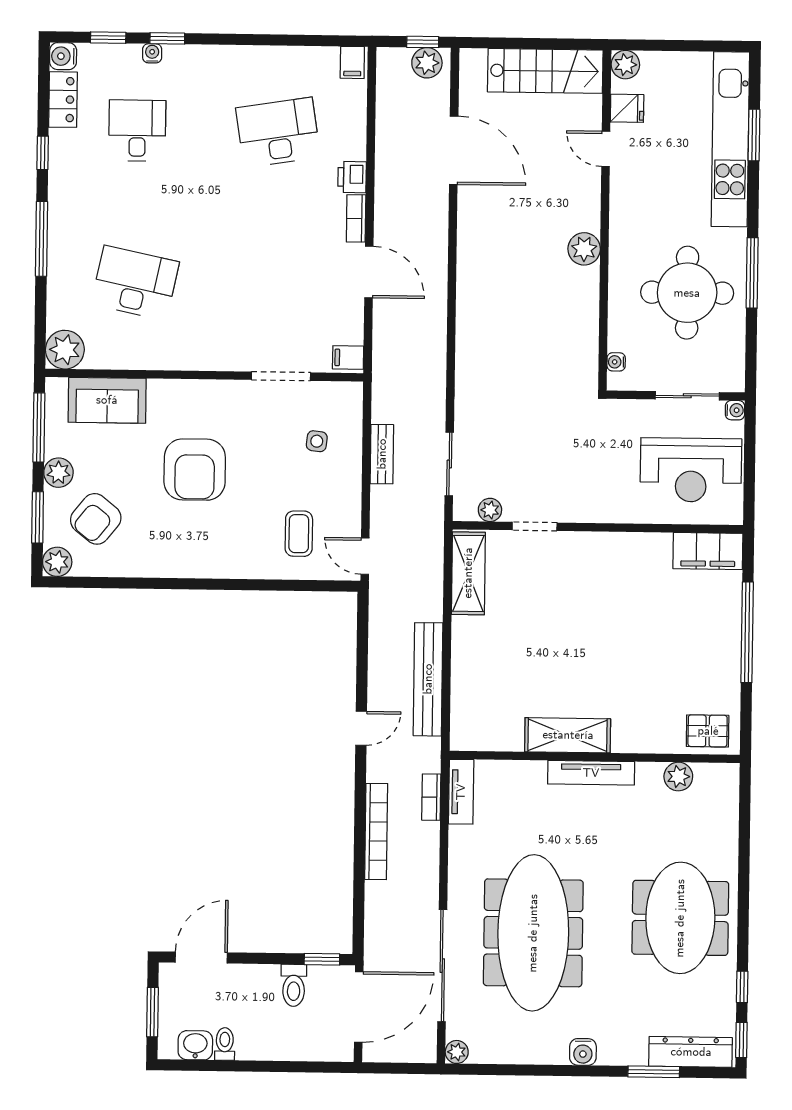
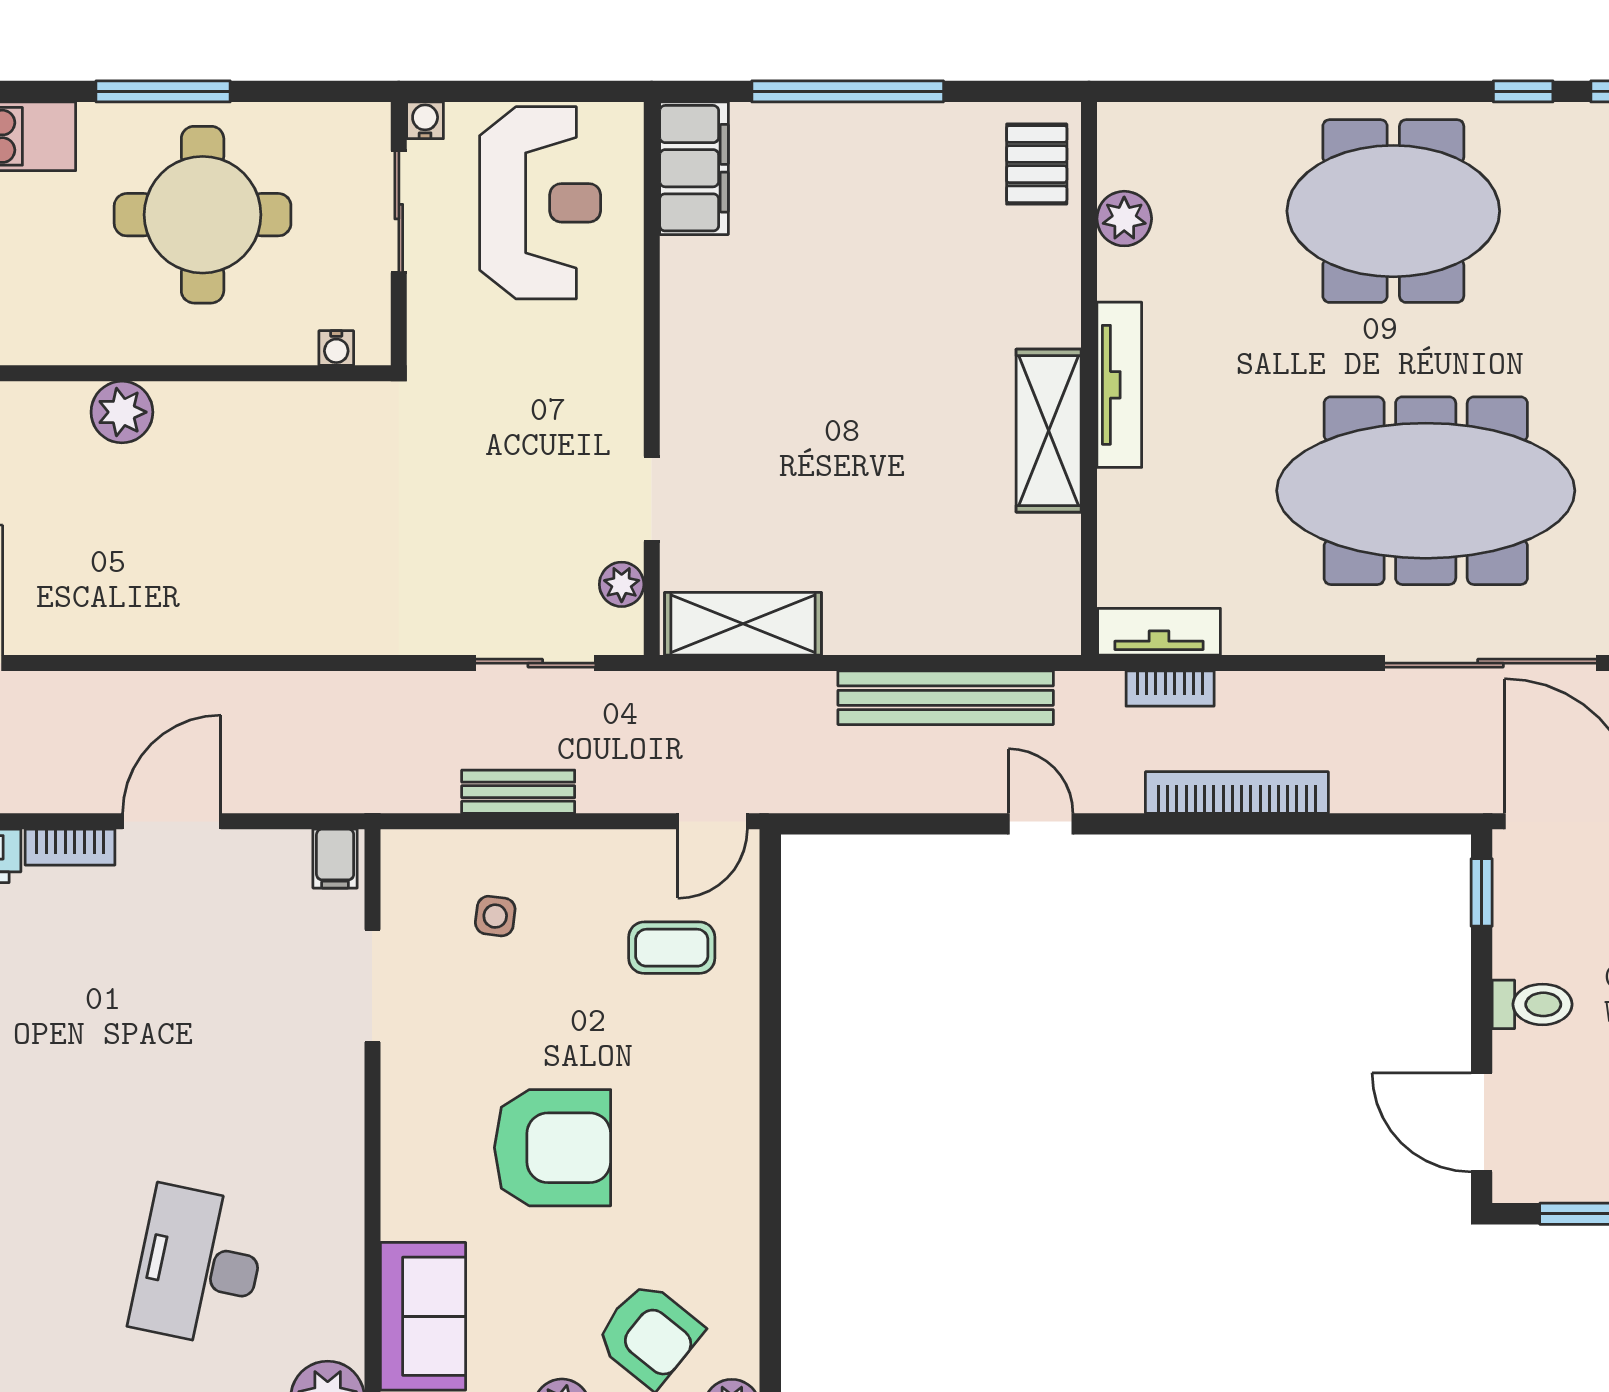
toilet: (294, 985) -> (1532, 1004), moved

